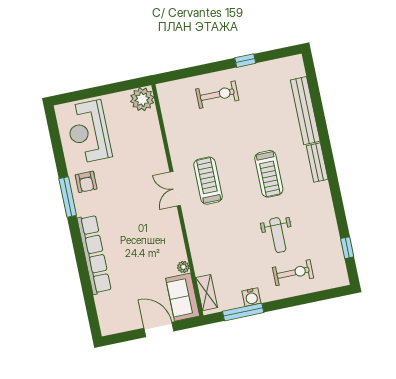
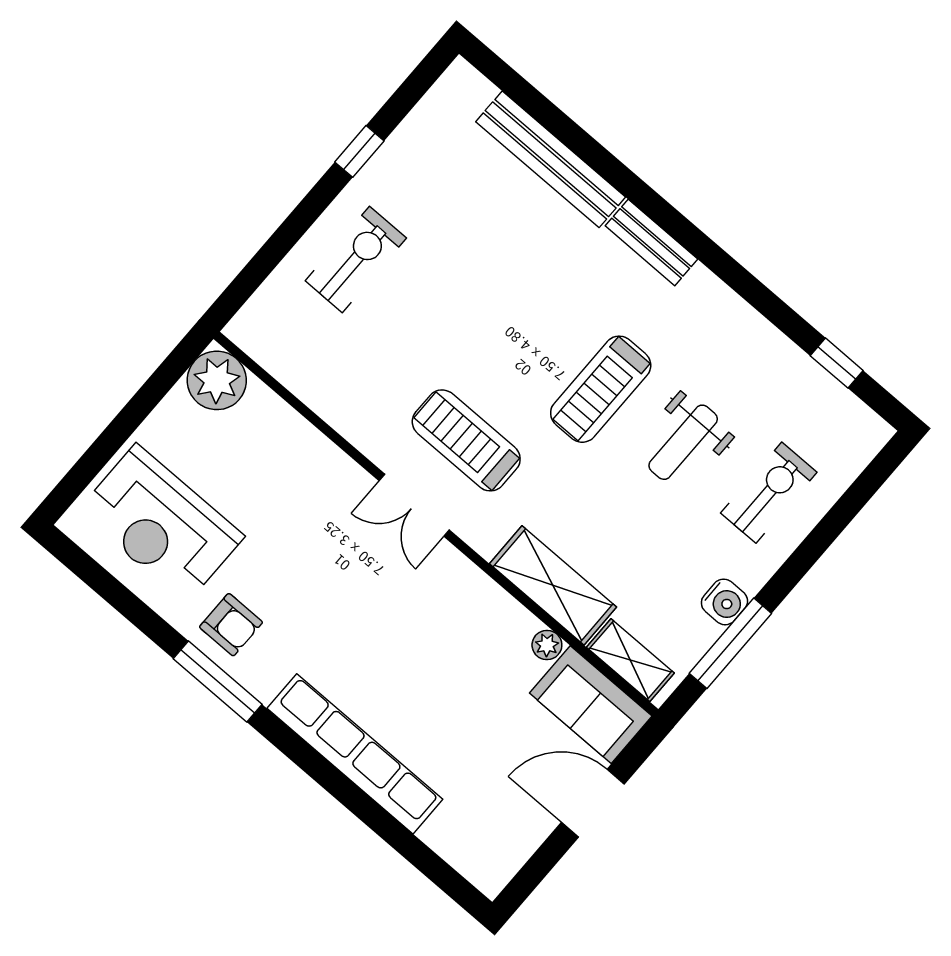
treadmill: (269, 174) -> (601, 389), moved, turned 90
weight bench: (278, 235) -> (683, 442), turned 90
shelving: (200, 249) -> (553, 585), added

